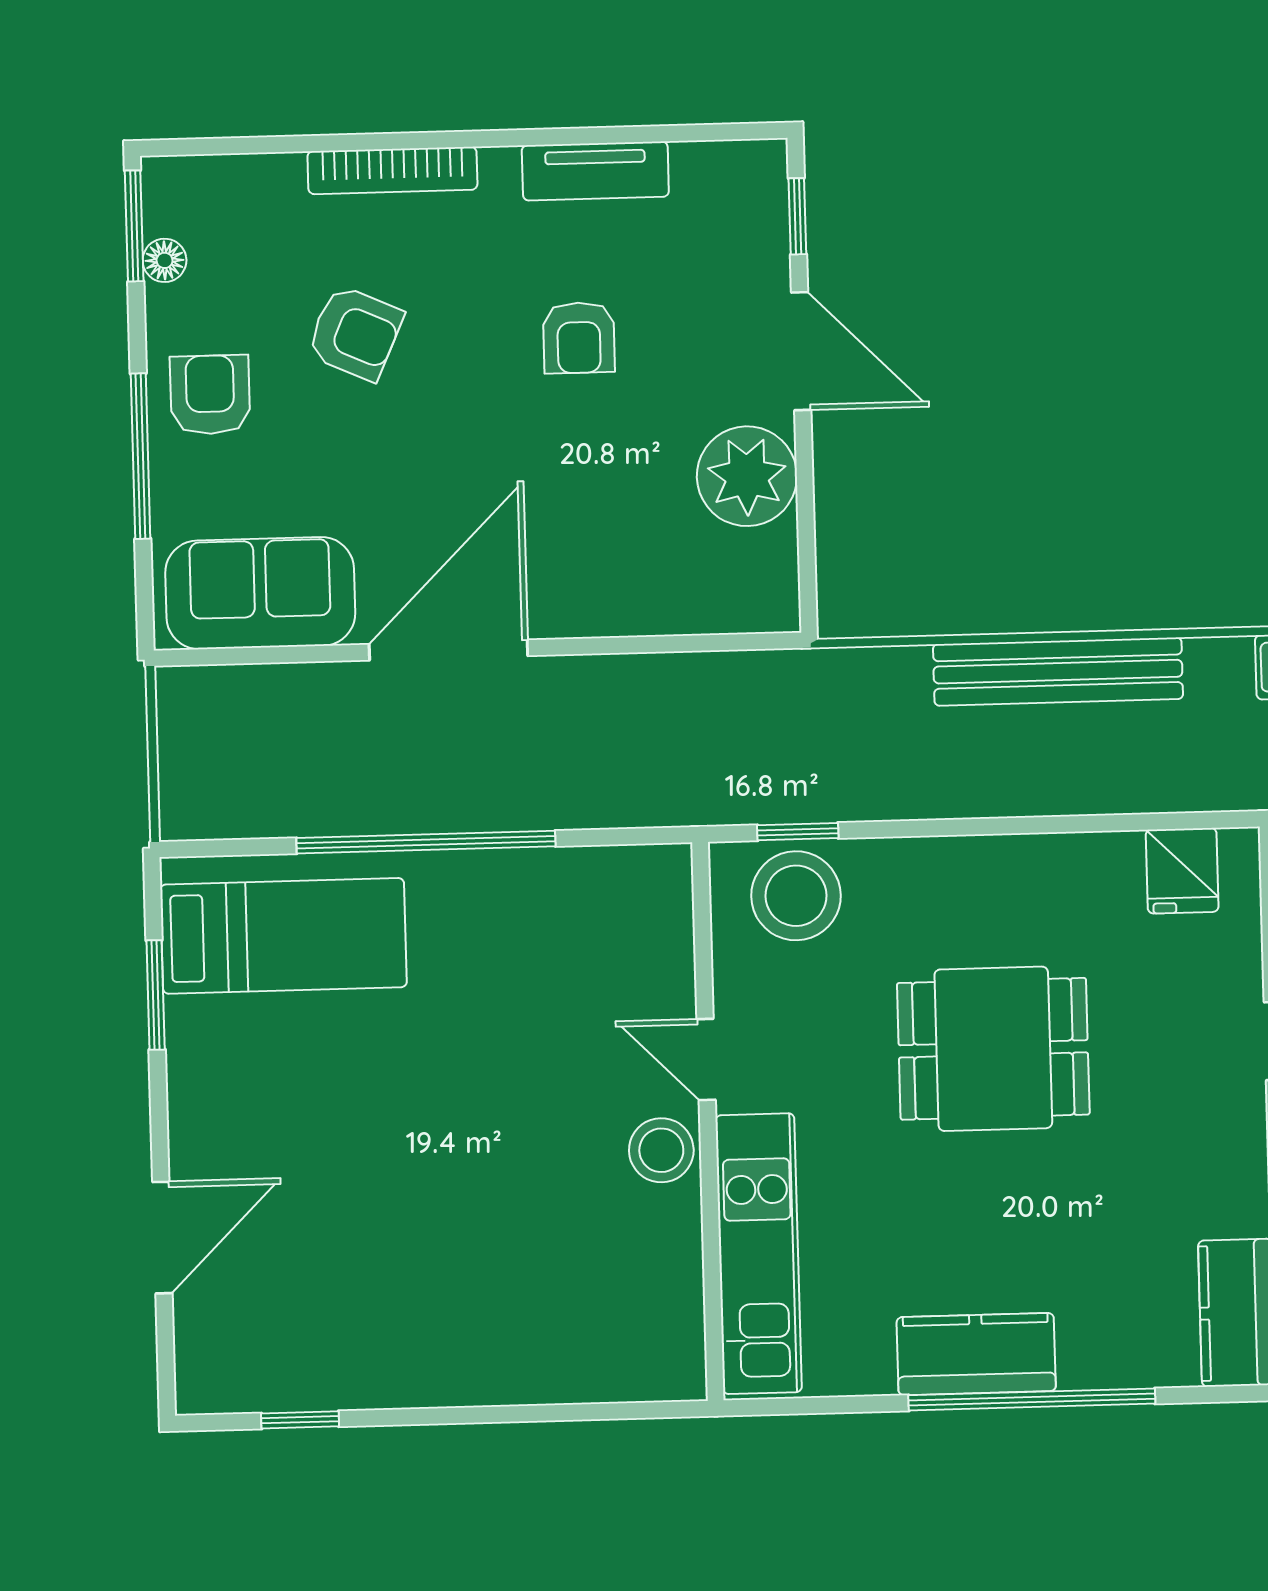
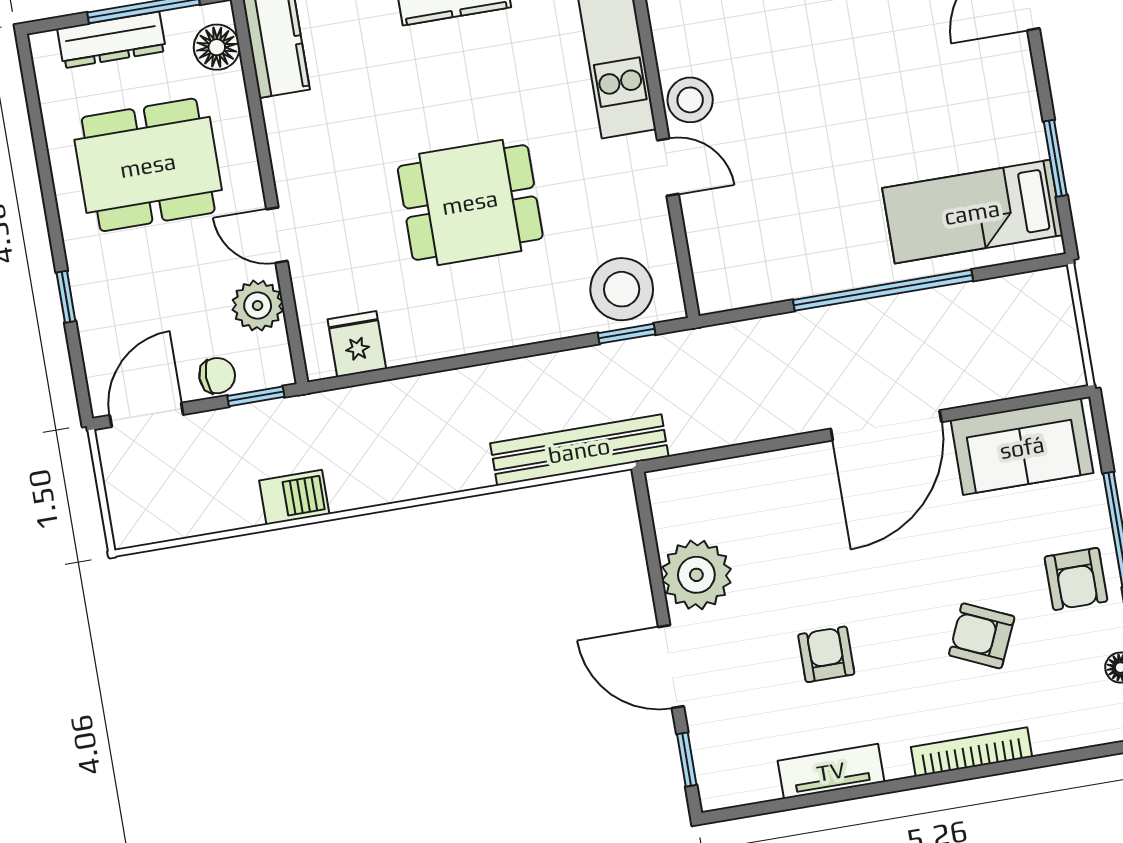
bench: (1058, 672) -> (579, 450), moved

